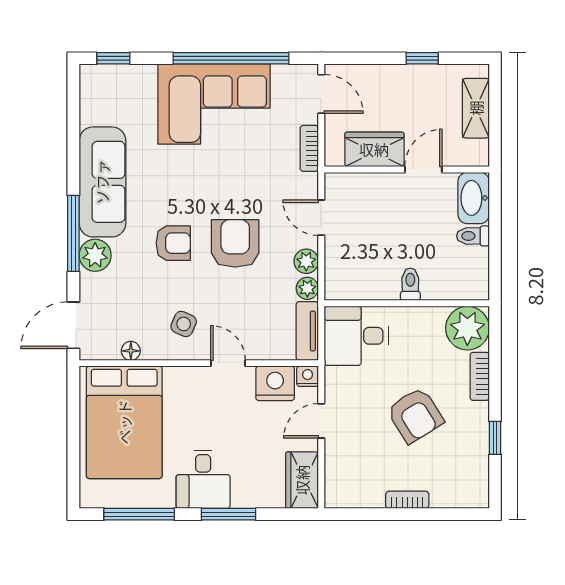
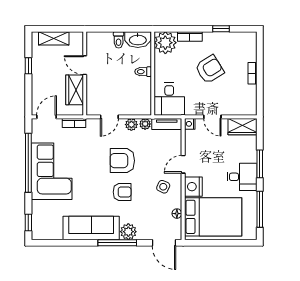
washbasin: (474, 198) -> (138, 40), moved
armchair: (173, 243) -> (122, 192), turned 90
nightstand: (275, 383) -> (193, 187), moved

